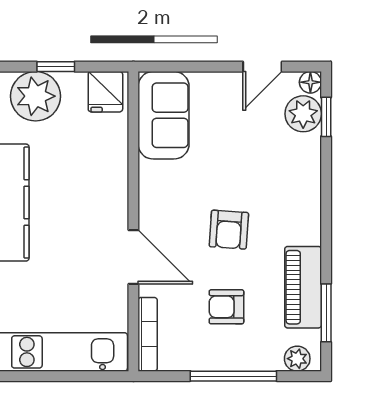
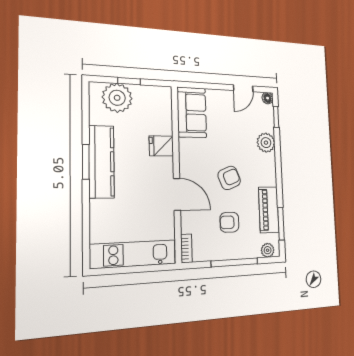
fridge: (105, 92) -> (161, 146), moved, turned 90
plant: (303, 114) -> (266, 143), moved
armchair: (229, 230) -> (229, 178), turned -116
bookcase: (148, 334) -> (186, 248), width x0.64

